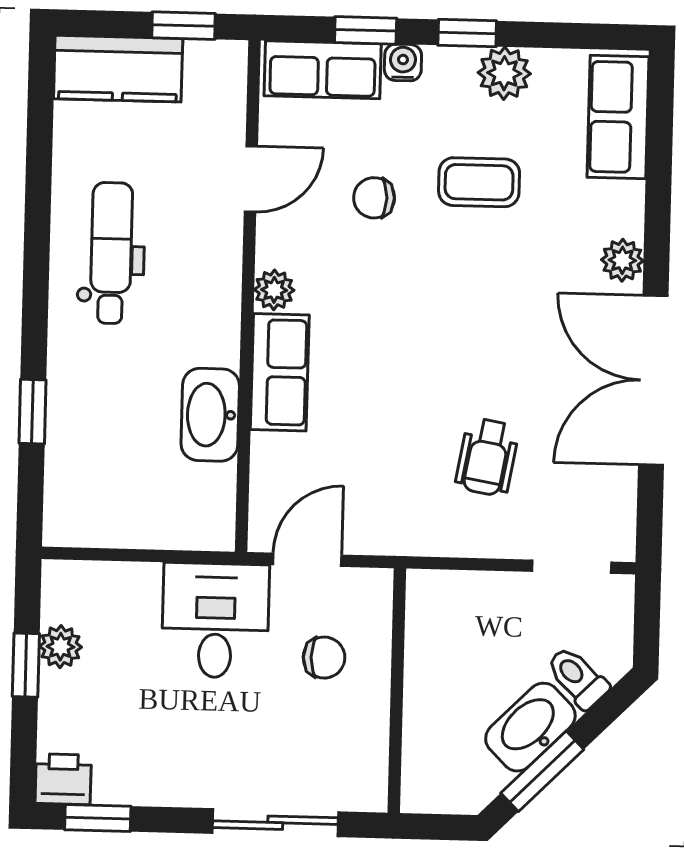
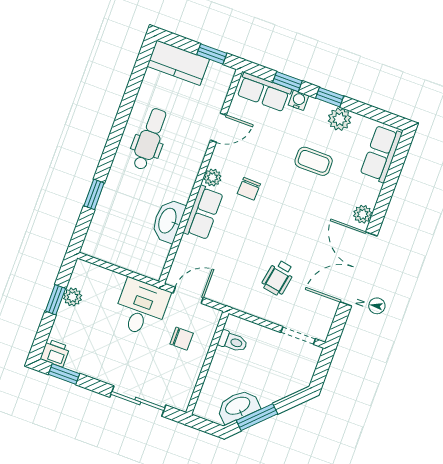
chair: (374, 198) -> (249, 189), moved, turned -88
toilet: (577, 678) -> (233, 341), moved, turned 135
washbasin: (530, 727) -> (238, 406), moved

